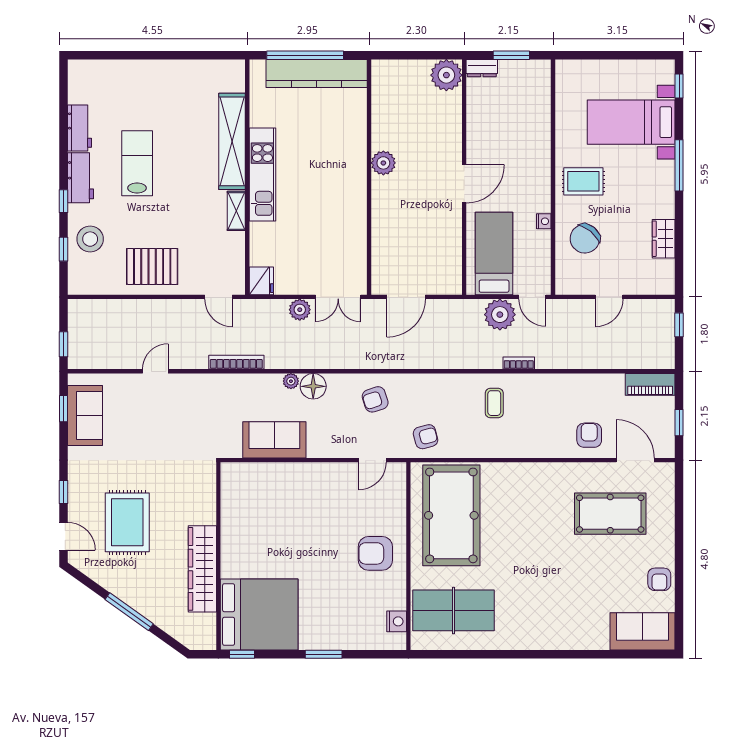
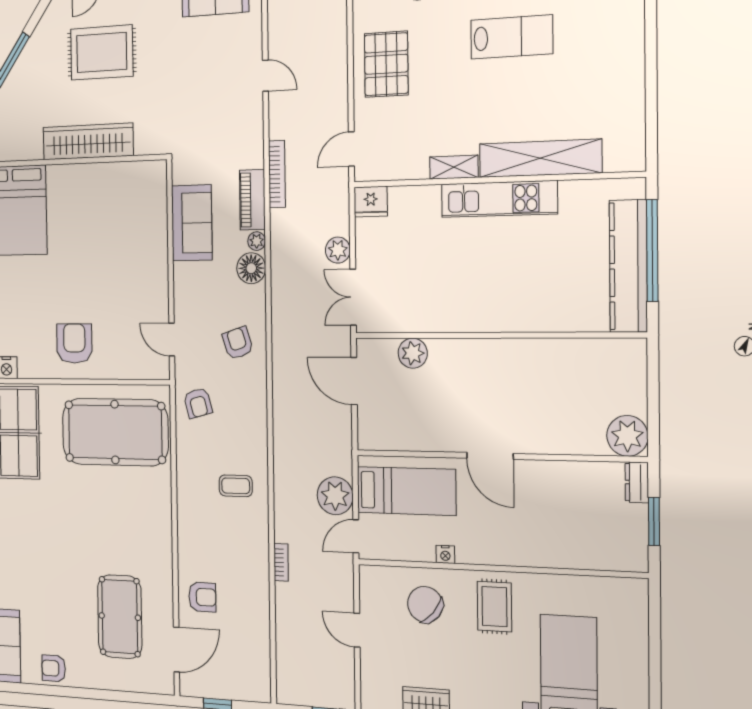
plant: (383, 163) -> (413, 353), moved
bookcase: (519, 363) -> (281, 562), moved
piano: (650, 384) -> (252, 200), moved
wardrobe: (202, 569) -> (88, 142), moved

